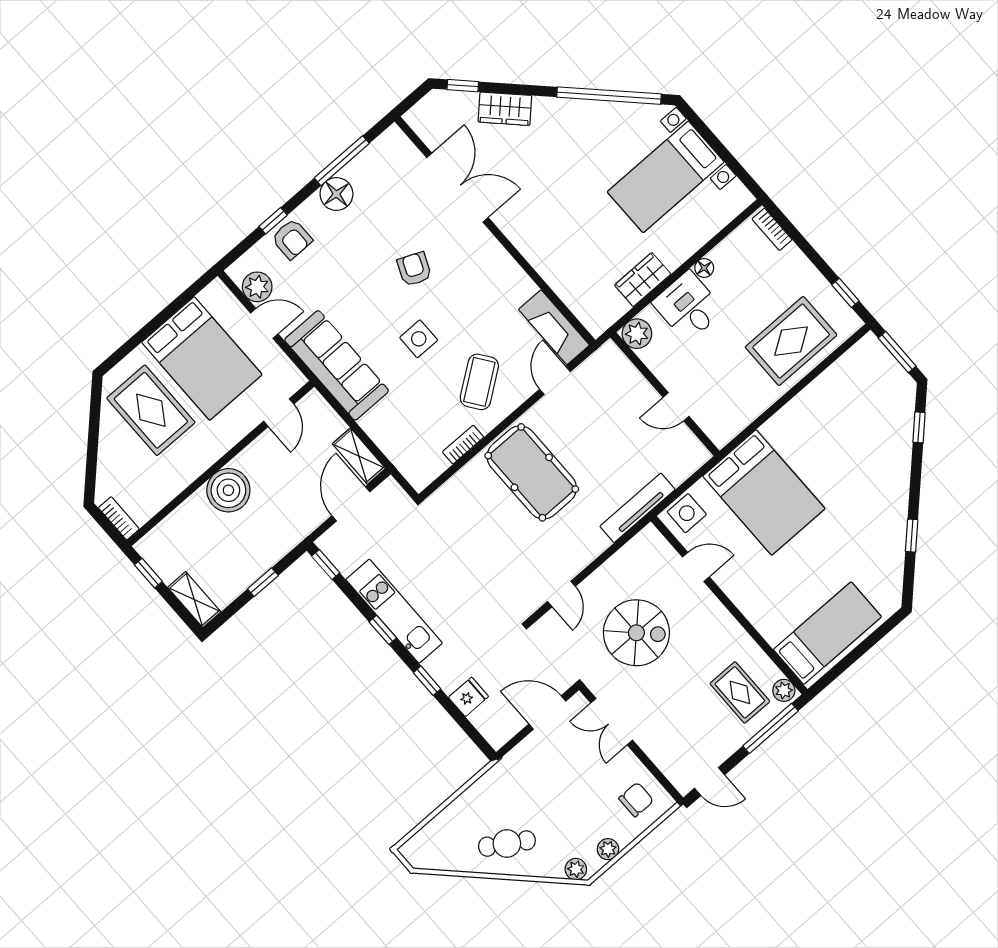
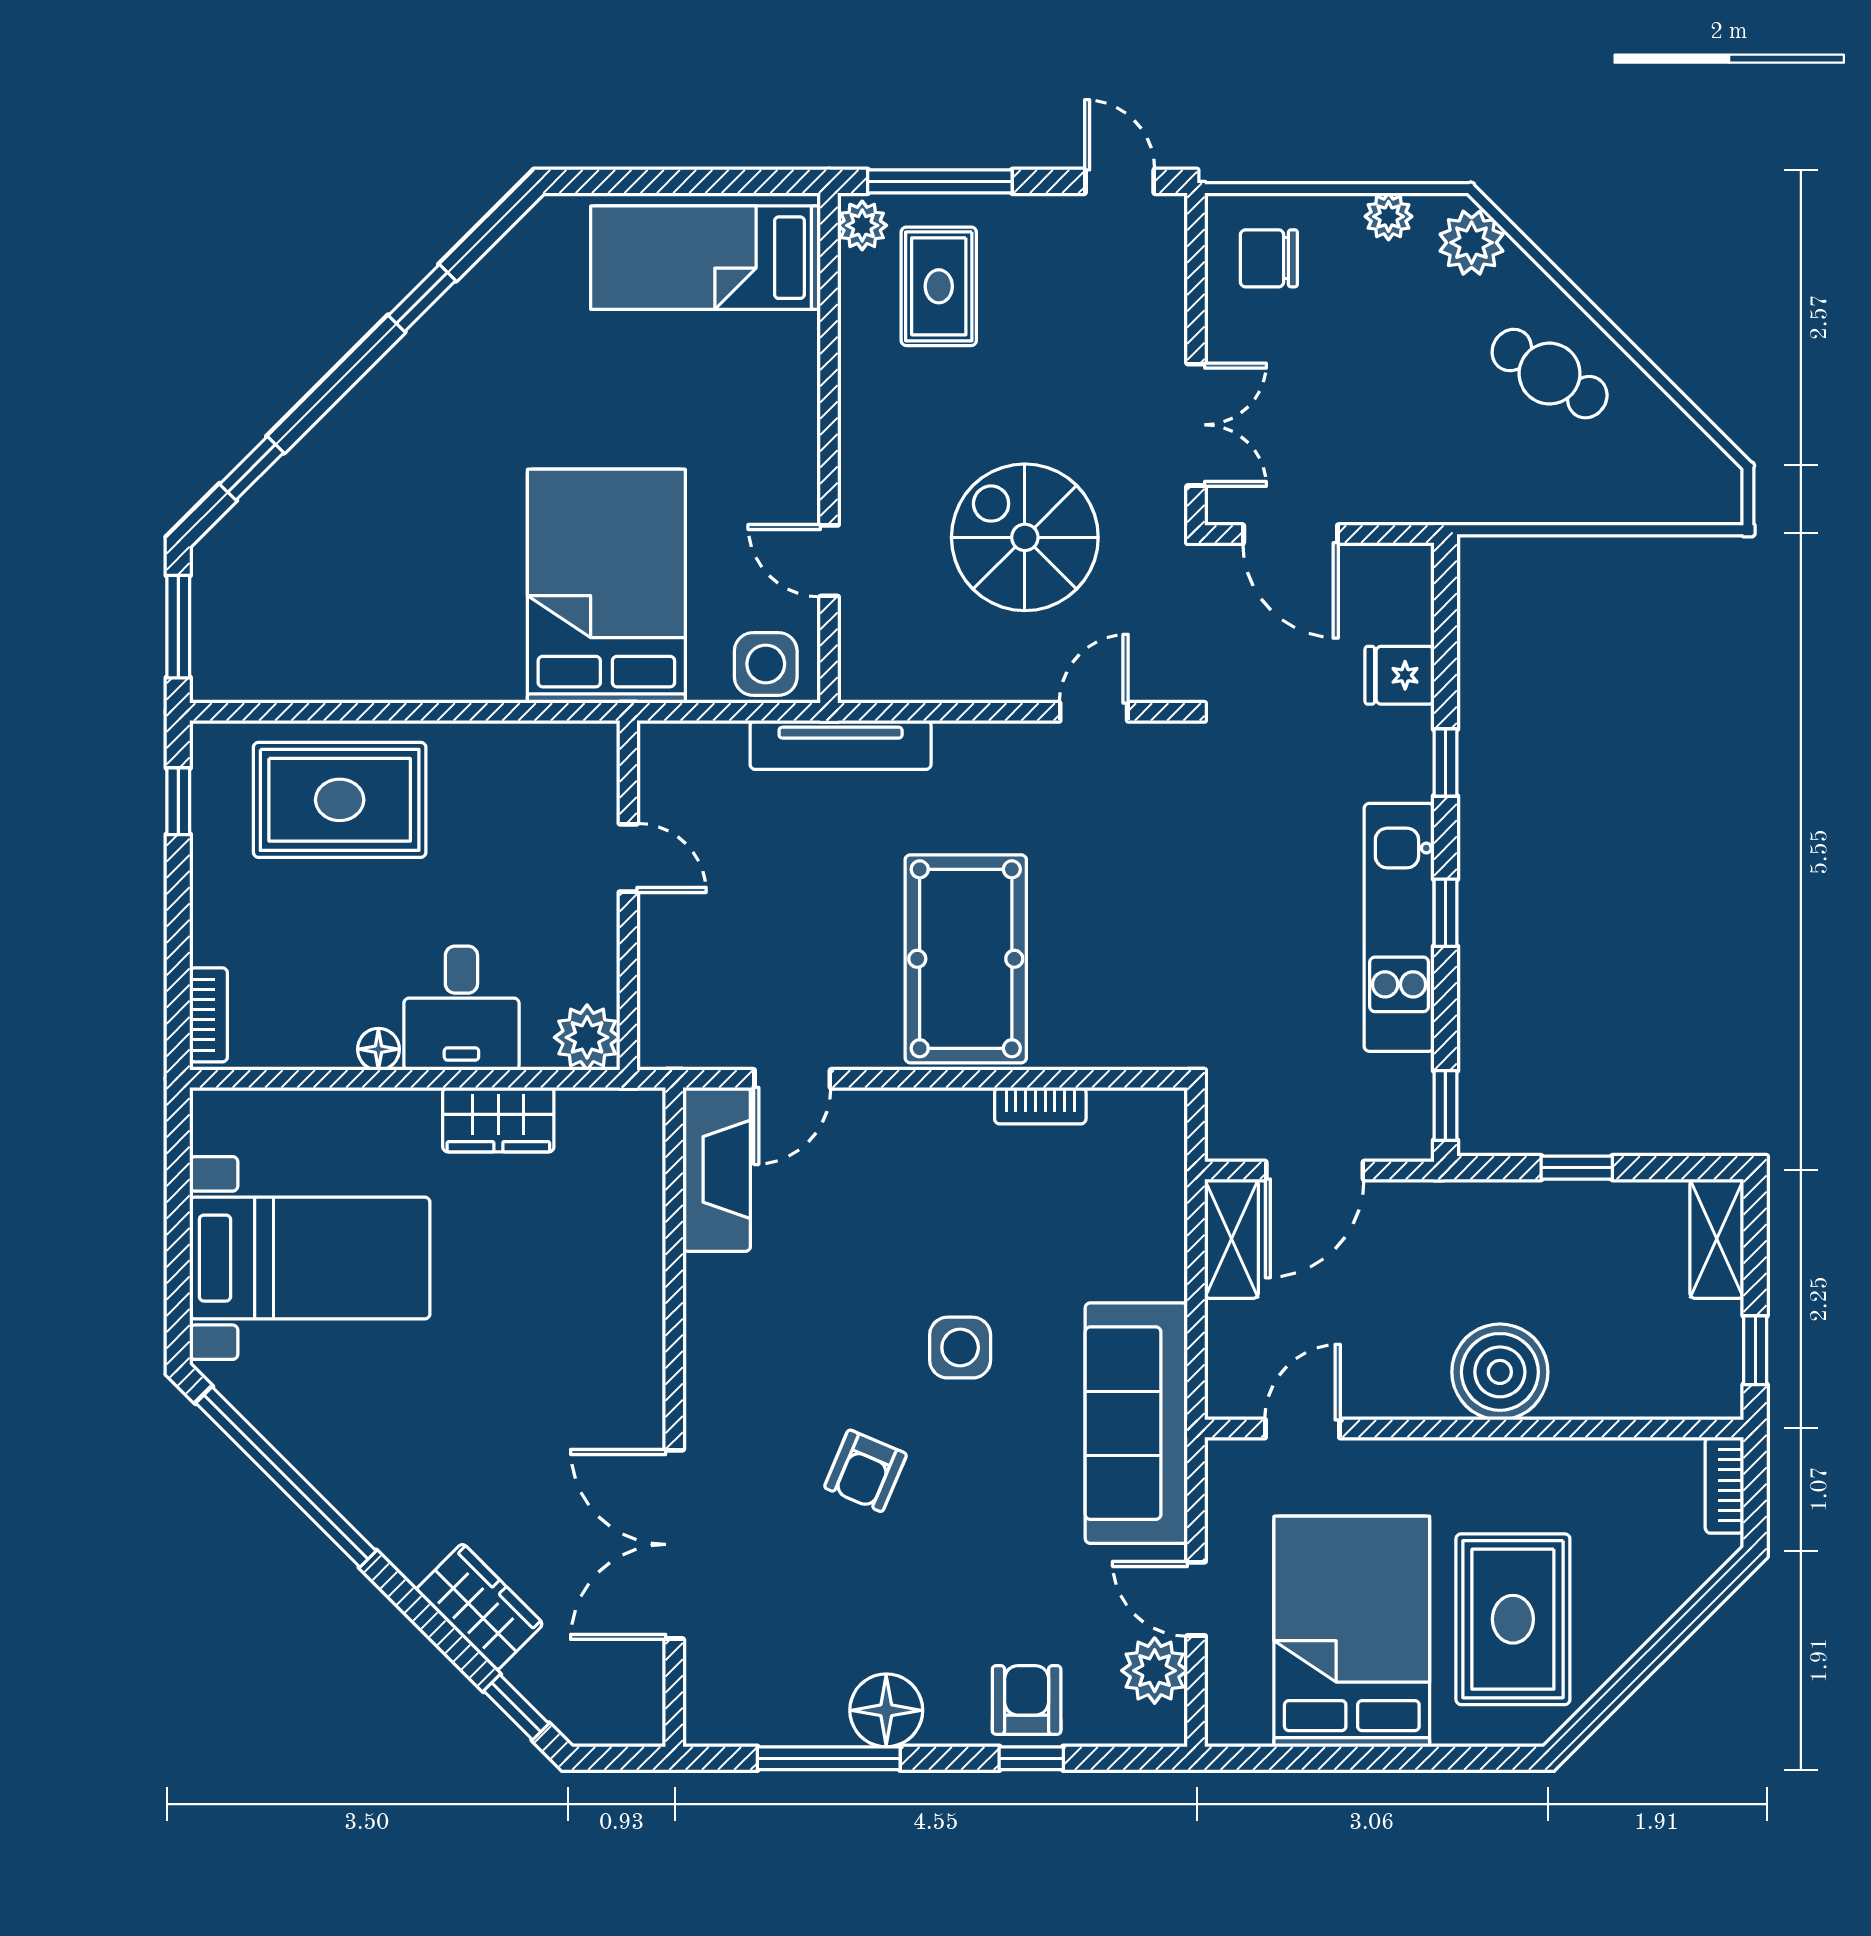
coffee table: (479, 382) -> (921, 1187), removed
plant: (576, 869) -> (1472, 243), width x1.38, depth x1.38

